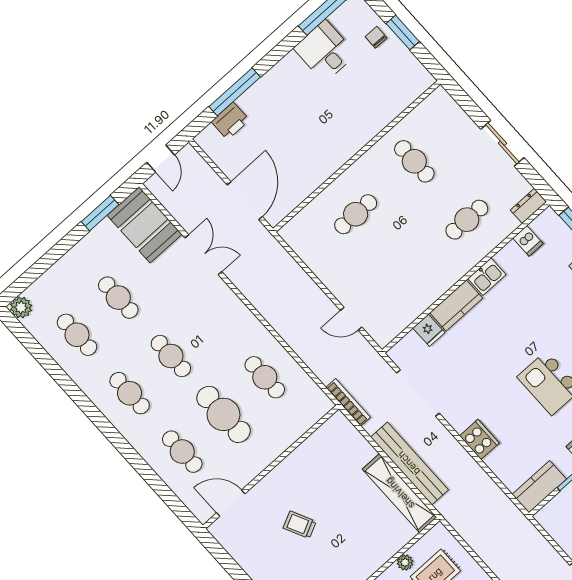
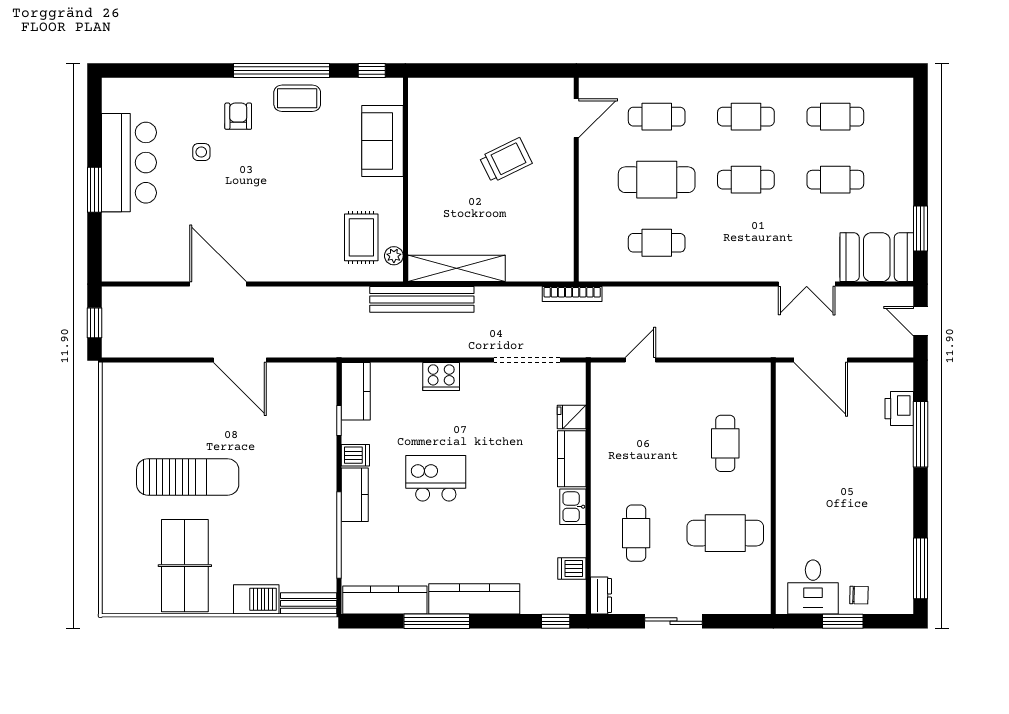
desk: (325, 51) -> (813, 587), moved, turned 90
cafe table: (414, 161) -> (725, 533), width x1.37, depth x1.35
plant: (21, 307) -> (901, 90), removed
bench: (409, 463) -> (422, 299), moved
trolley: (300, 525) -> (506, 160), width x1.36, depth x1.39
plant: (405, 562) -> (394, 256), moved

